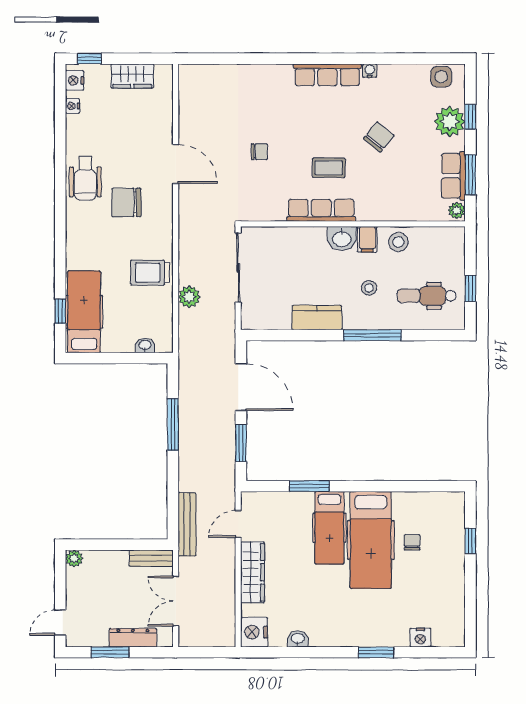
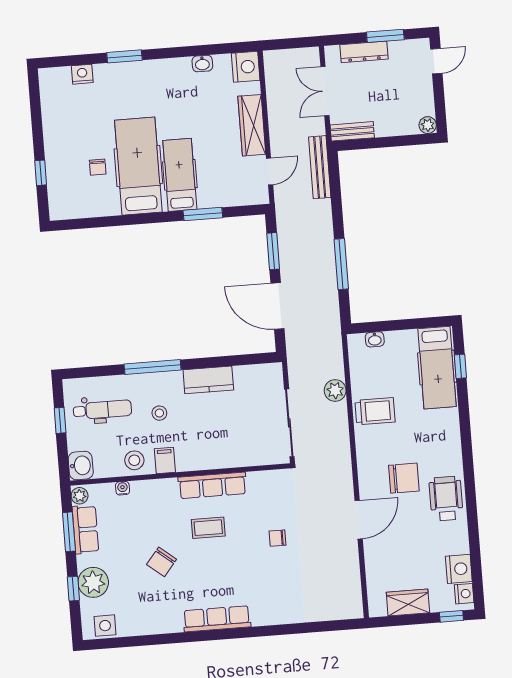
water cooler: (370, 71) -> (123, 488), moved, turned 180
nightstand: (72, 106) -> (459, 569), width x1.89, depth x1.79
door: (176, 164) -> (359, 520), swing flipped
washbasin: (342, 239) -> (81, 465), moved, turned 90
double door: (176, 601) -> (325, 91), swing flipped

